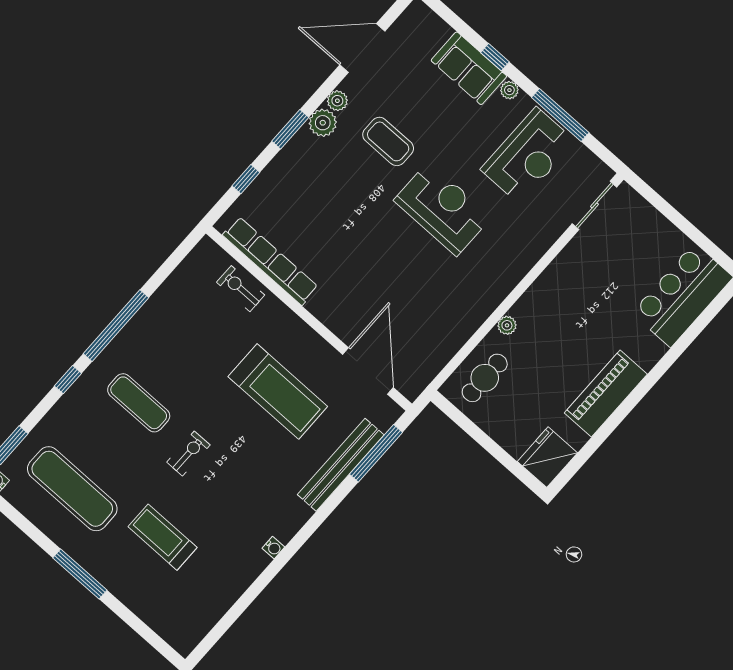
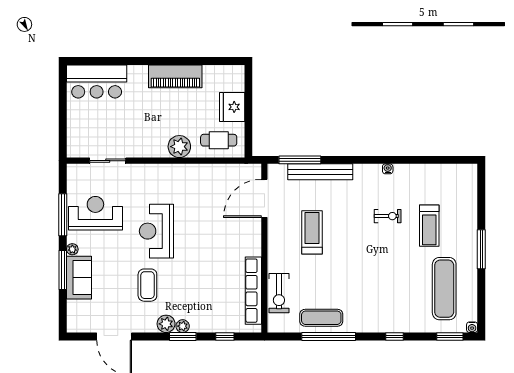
window: (495, 57) -> (63, 270), width x2.17
plant: (337, 101) -> (183, 326), moved
sliding door: (594, 205) -> (108, 161), moved
exercise bike: (241, 289) -> (279, 293), width x1.38, depth x1.39
plant: (507, 325) -> (179, 147), width x1.88, depth x1.88
window: (116, 326) -> (329, 336), moved
treadmill: (278, 391) -> (312, 232), width x0.73, depth x0.73
exercise mat: (139, 403) -> (321, 318), moved, turned 90
exercise bike: (188, 454) -> (388, 216), moved, turned 180
fridge: (547, 457) -> (232, 107), moved, turned 90

